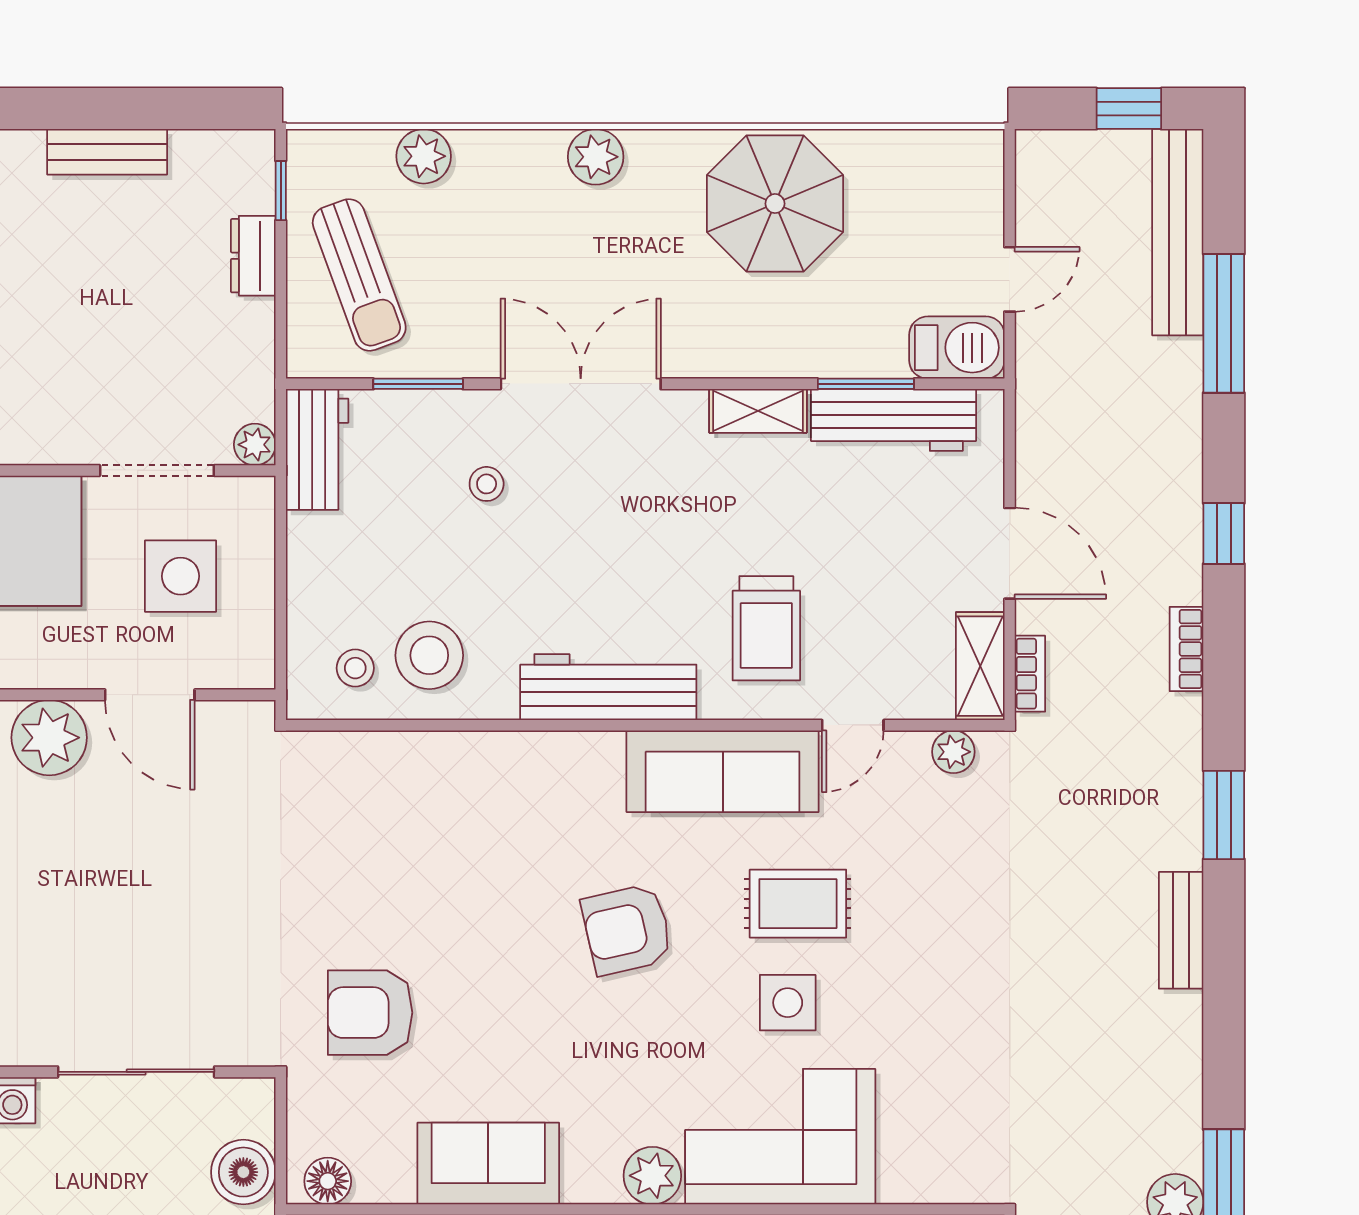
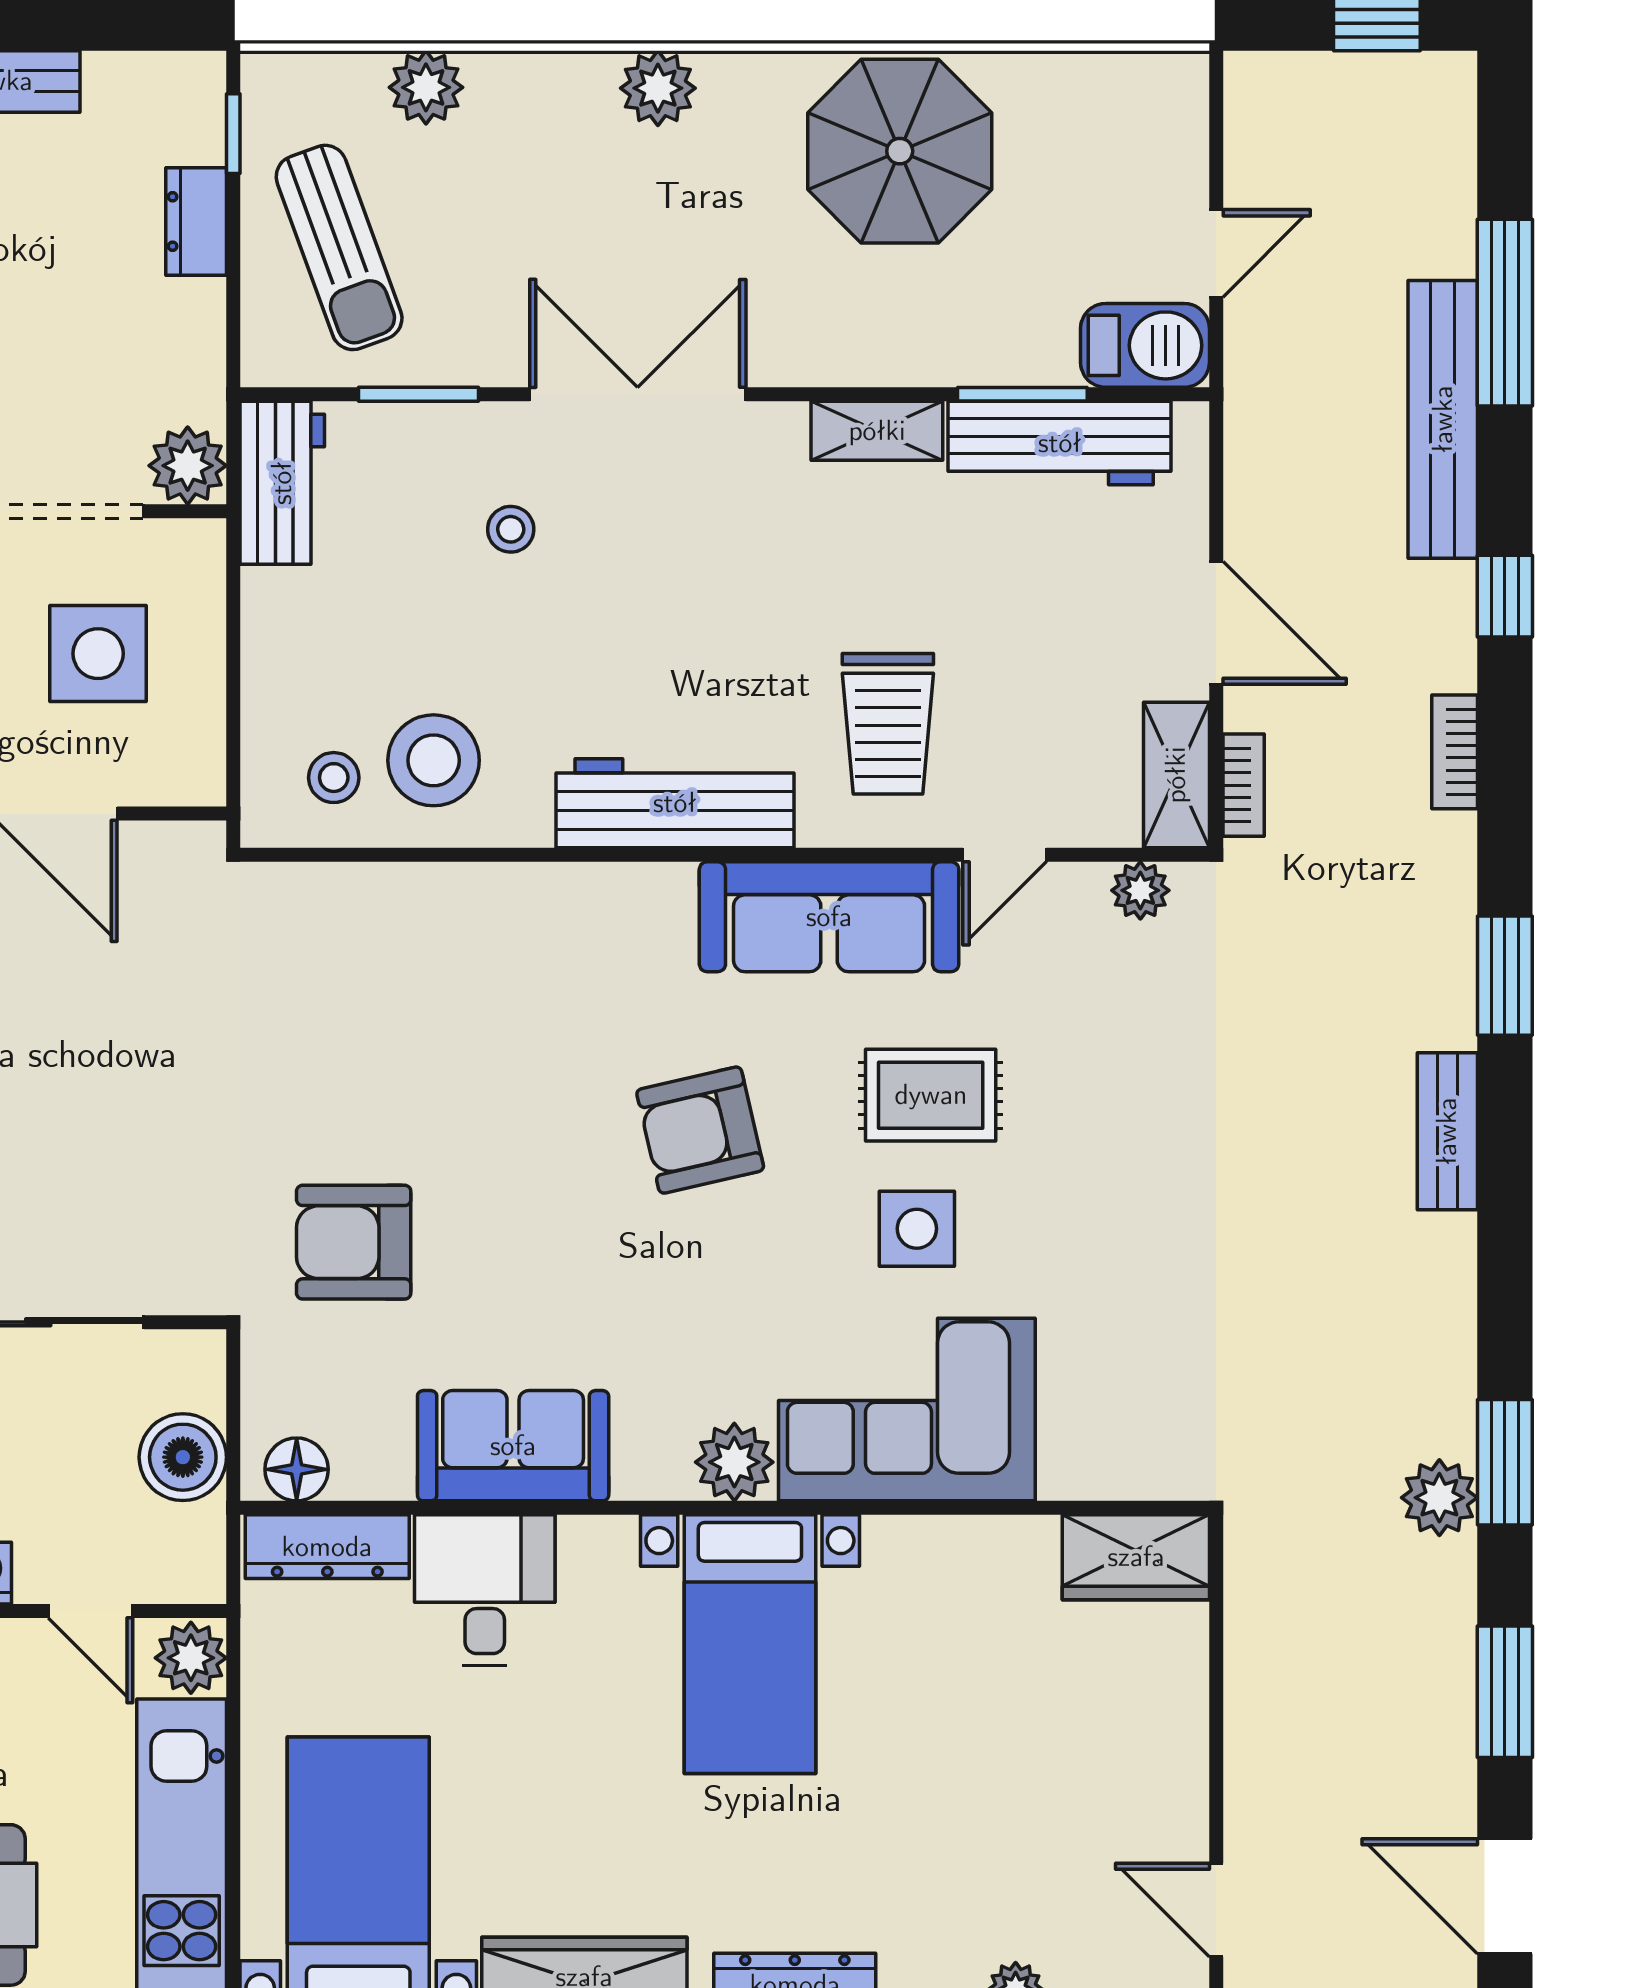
bench: (1178, 232) -> (1443, 419), moved
plant: (255, 445) -> (188, 466), width x1.38, depth x1.38

